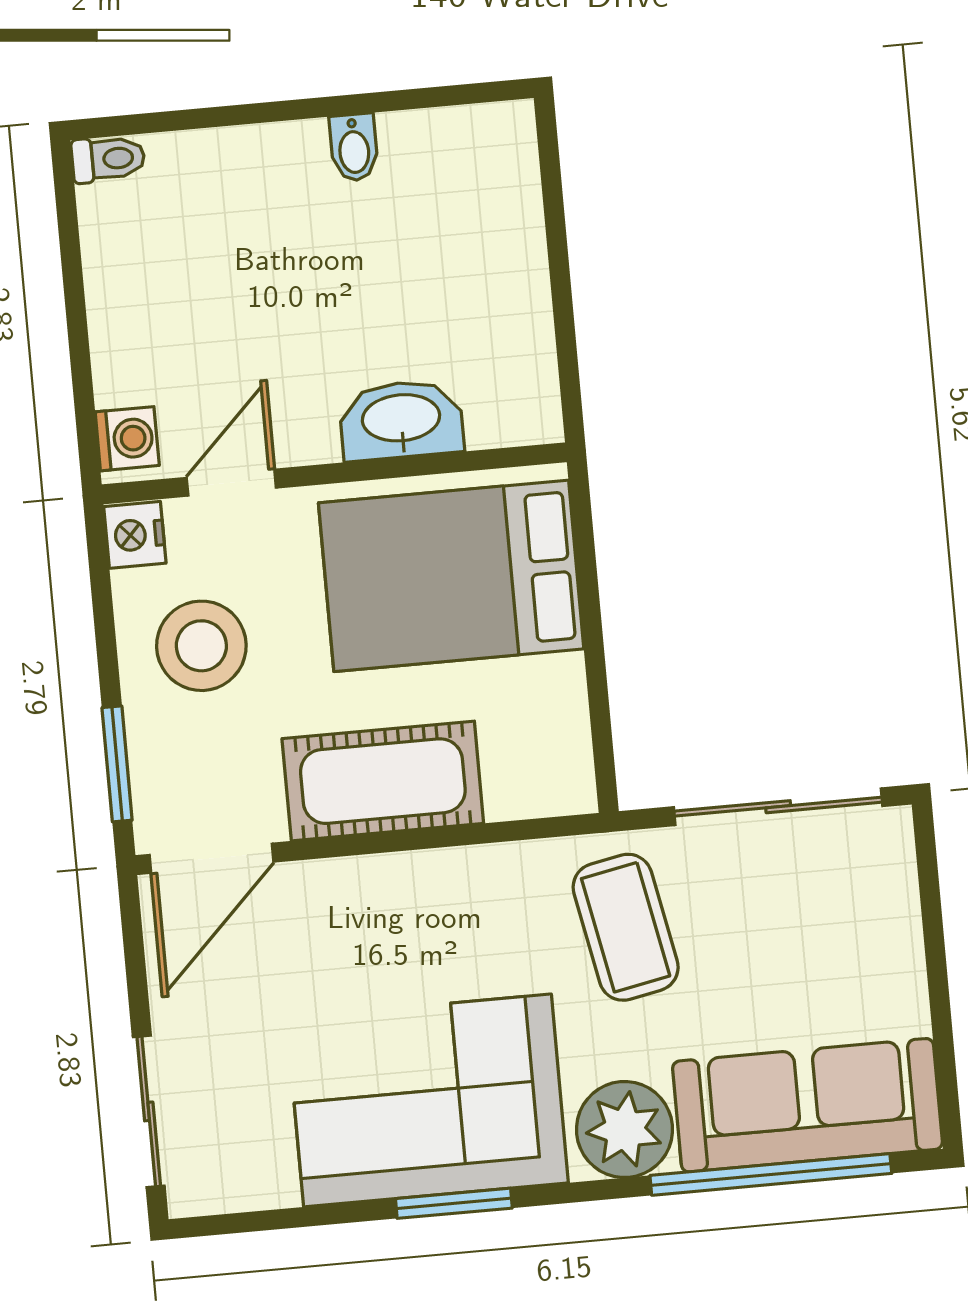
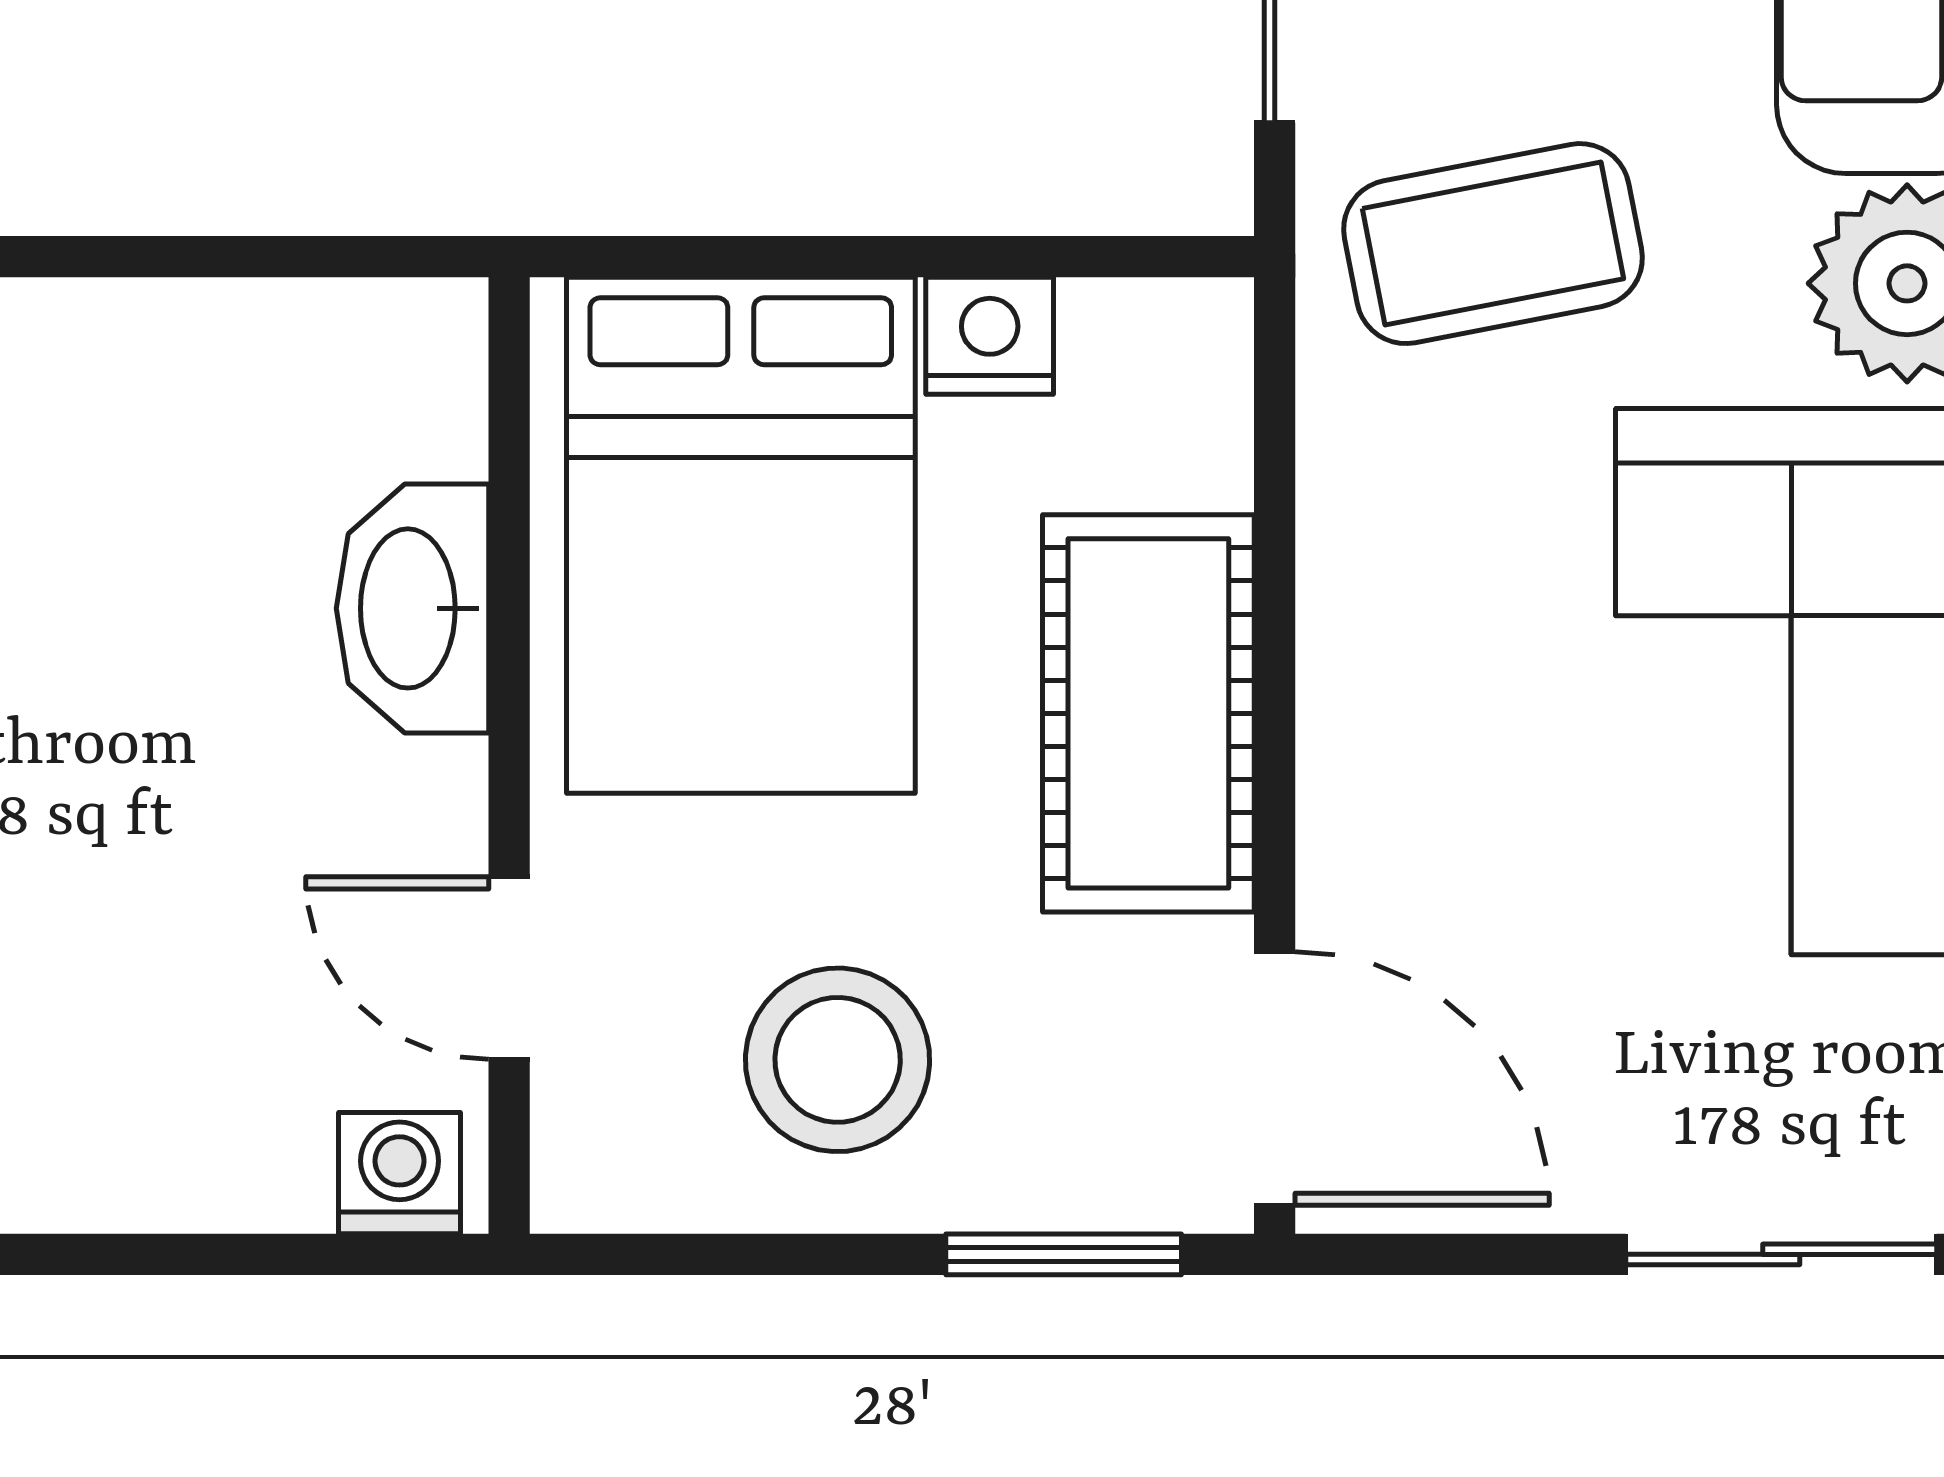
nightstand: (135, 535) -> (990, 336), moved, turned 180

